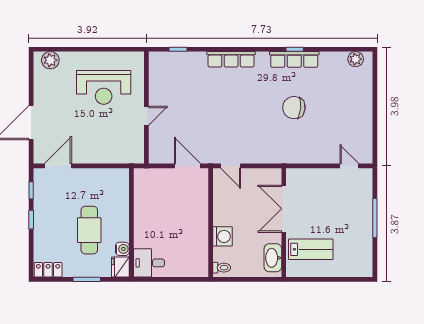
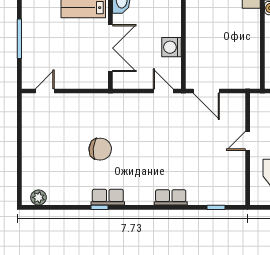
row of seats: (231, 59) -> (171, 197), width x0.68
row of seats: (294, 59) -> (108, 197), width x0.68
door: (349, 166) -> (45, 91), swing flipped
washing machine: (222, 236) -> (171, 47), moved

